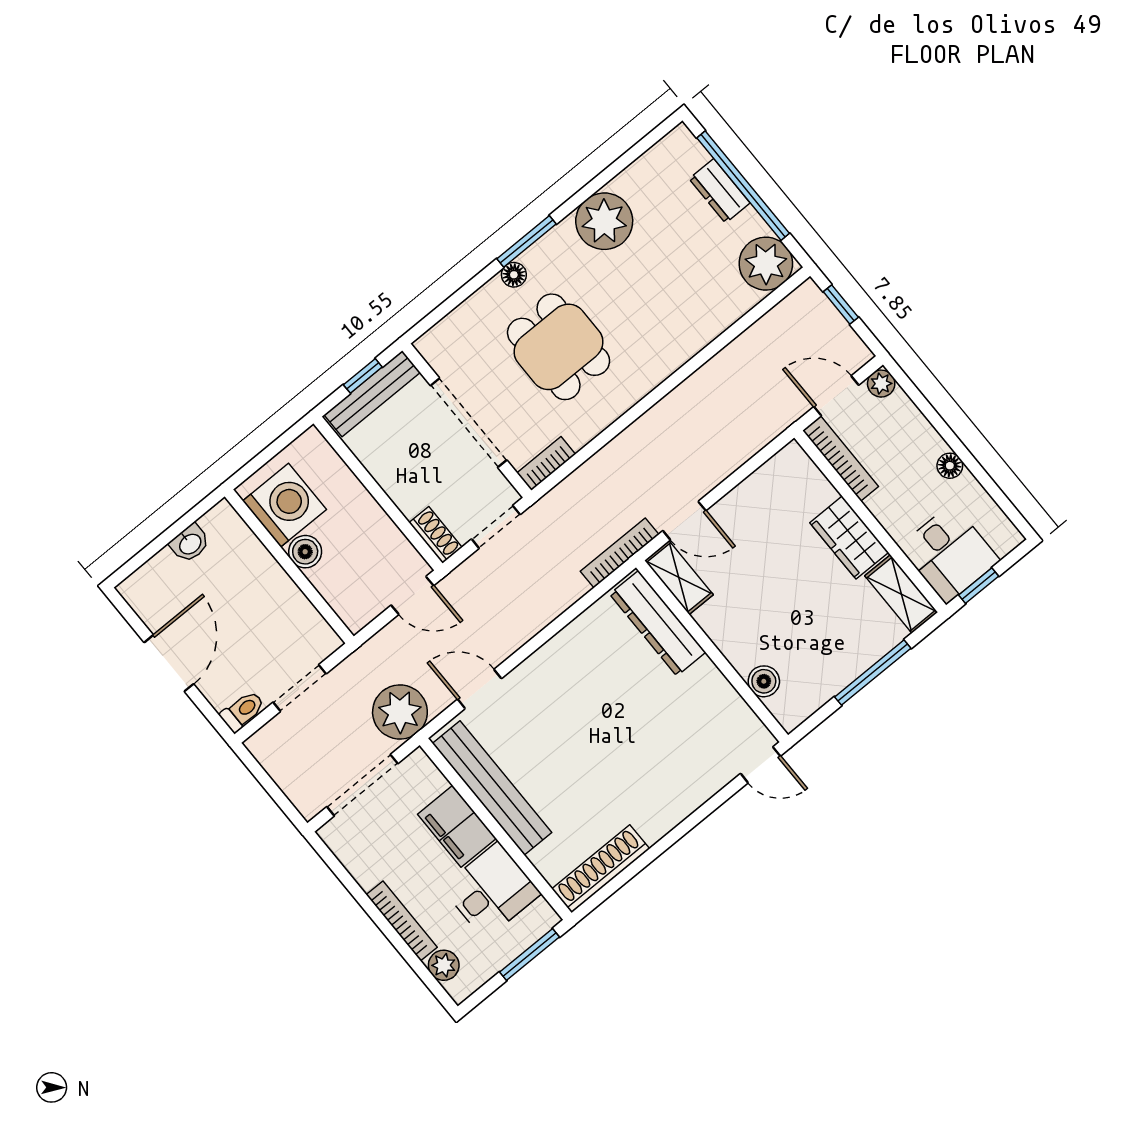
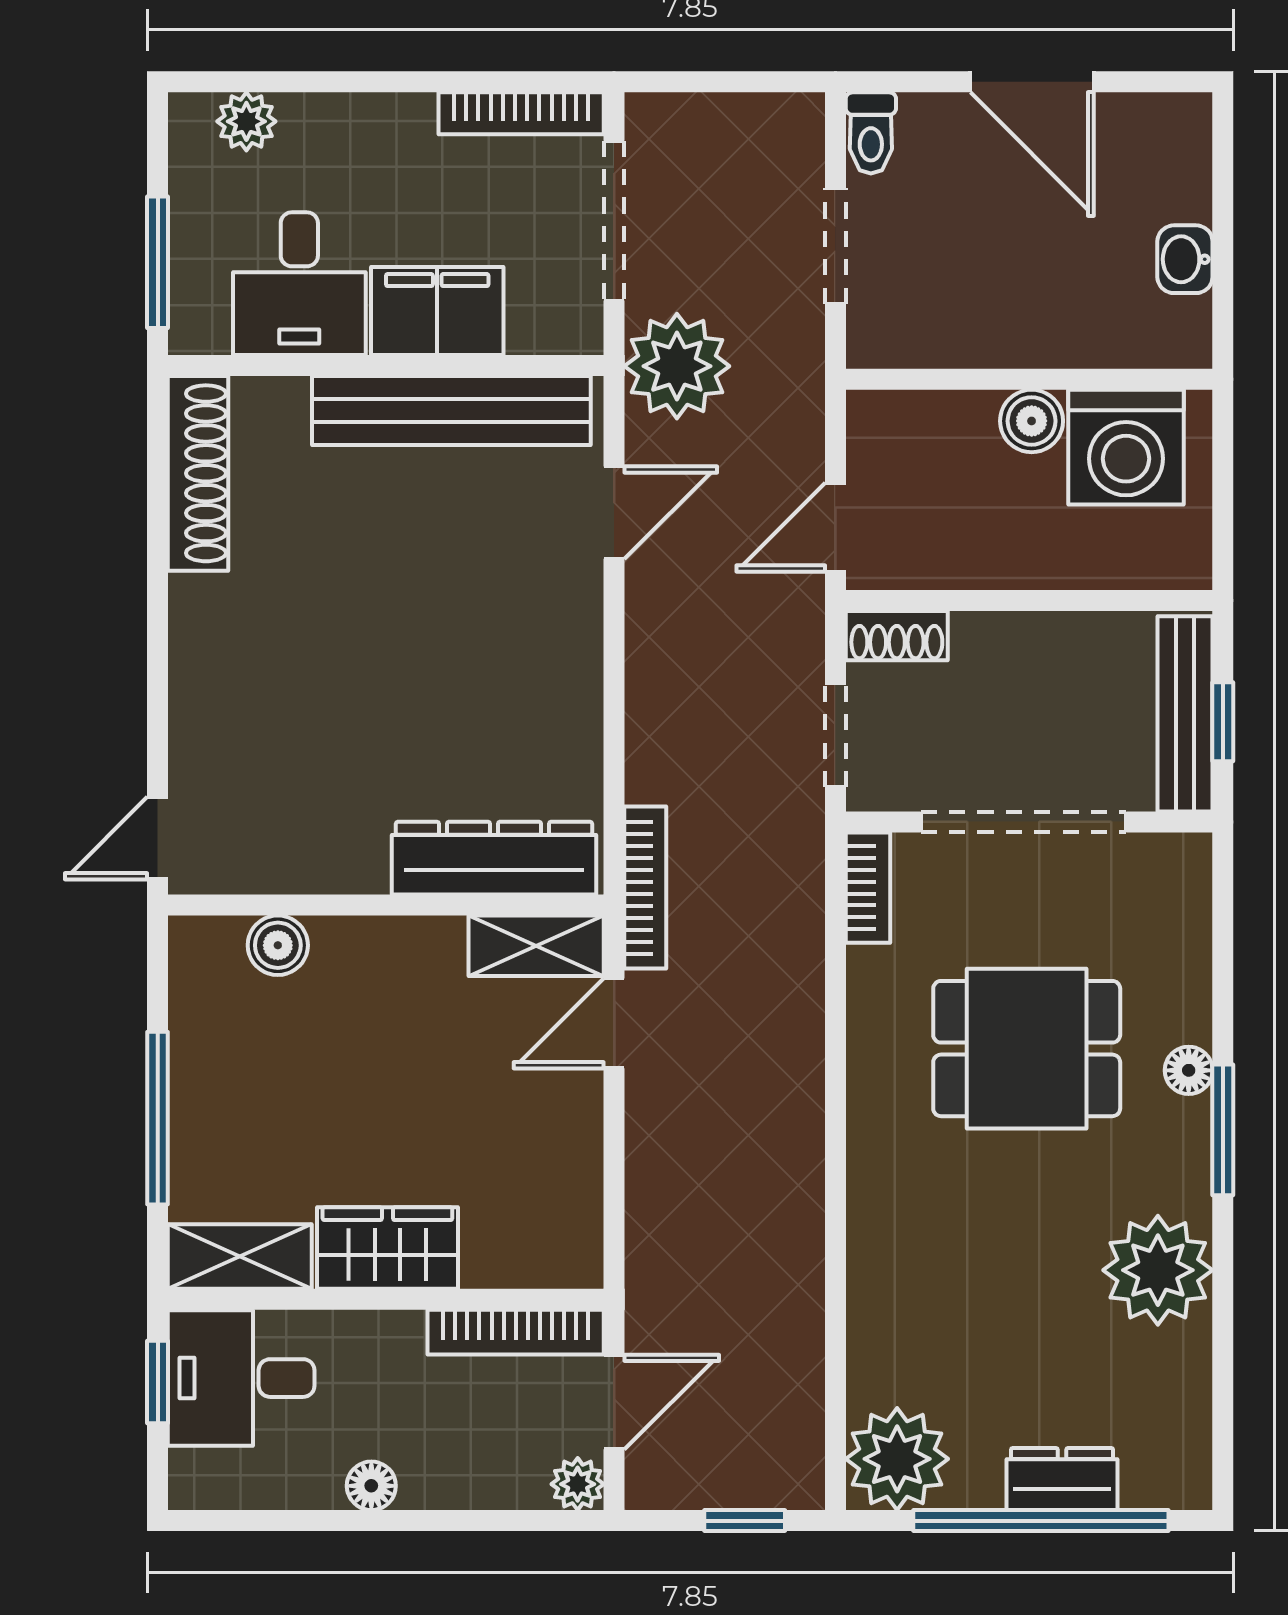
bookcase: (402, 921) -> (521, 113), moved

